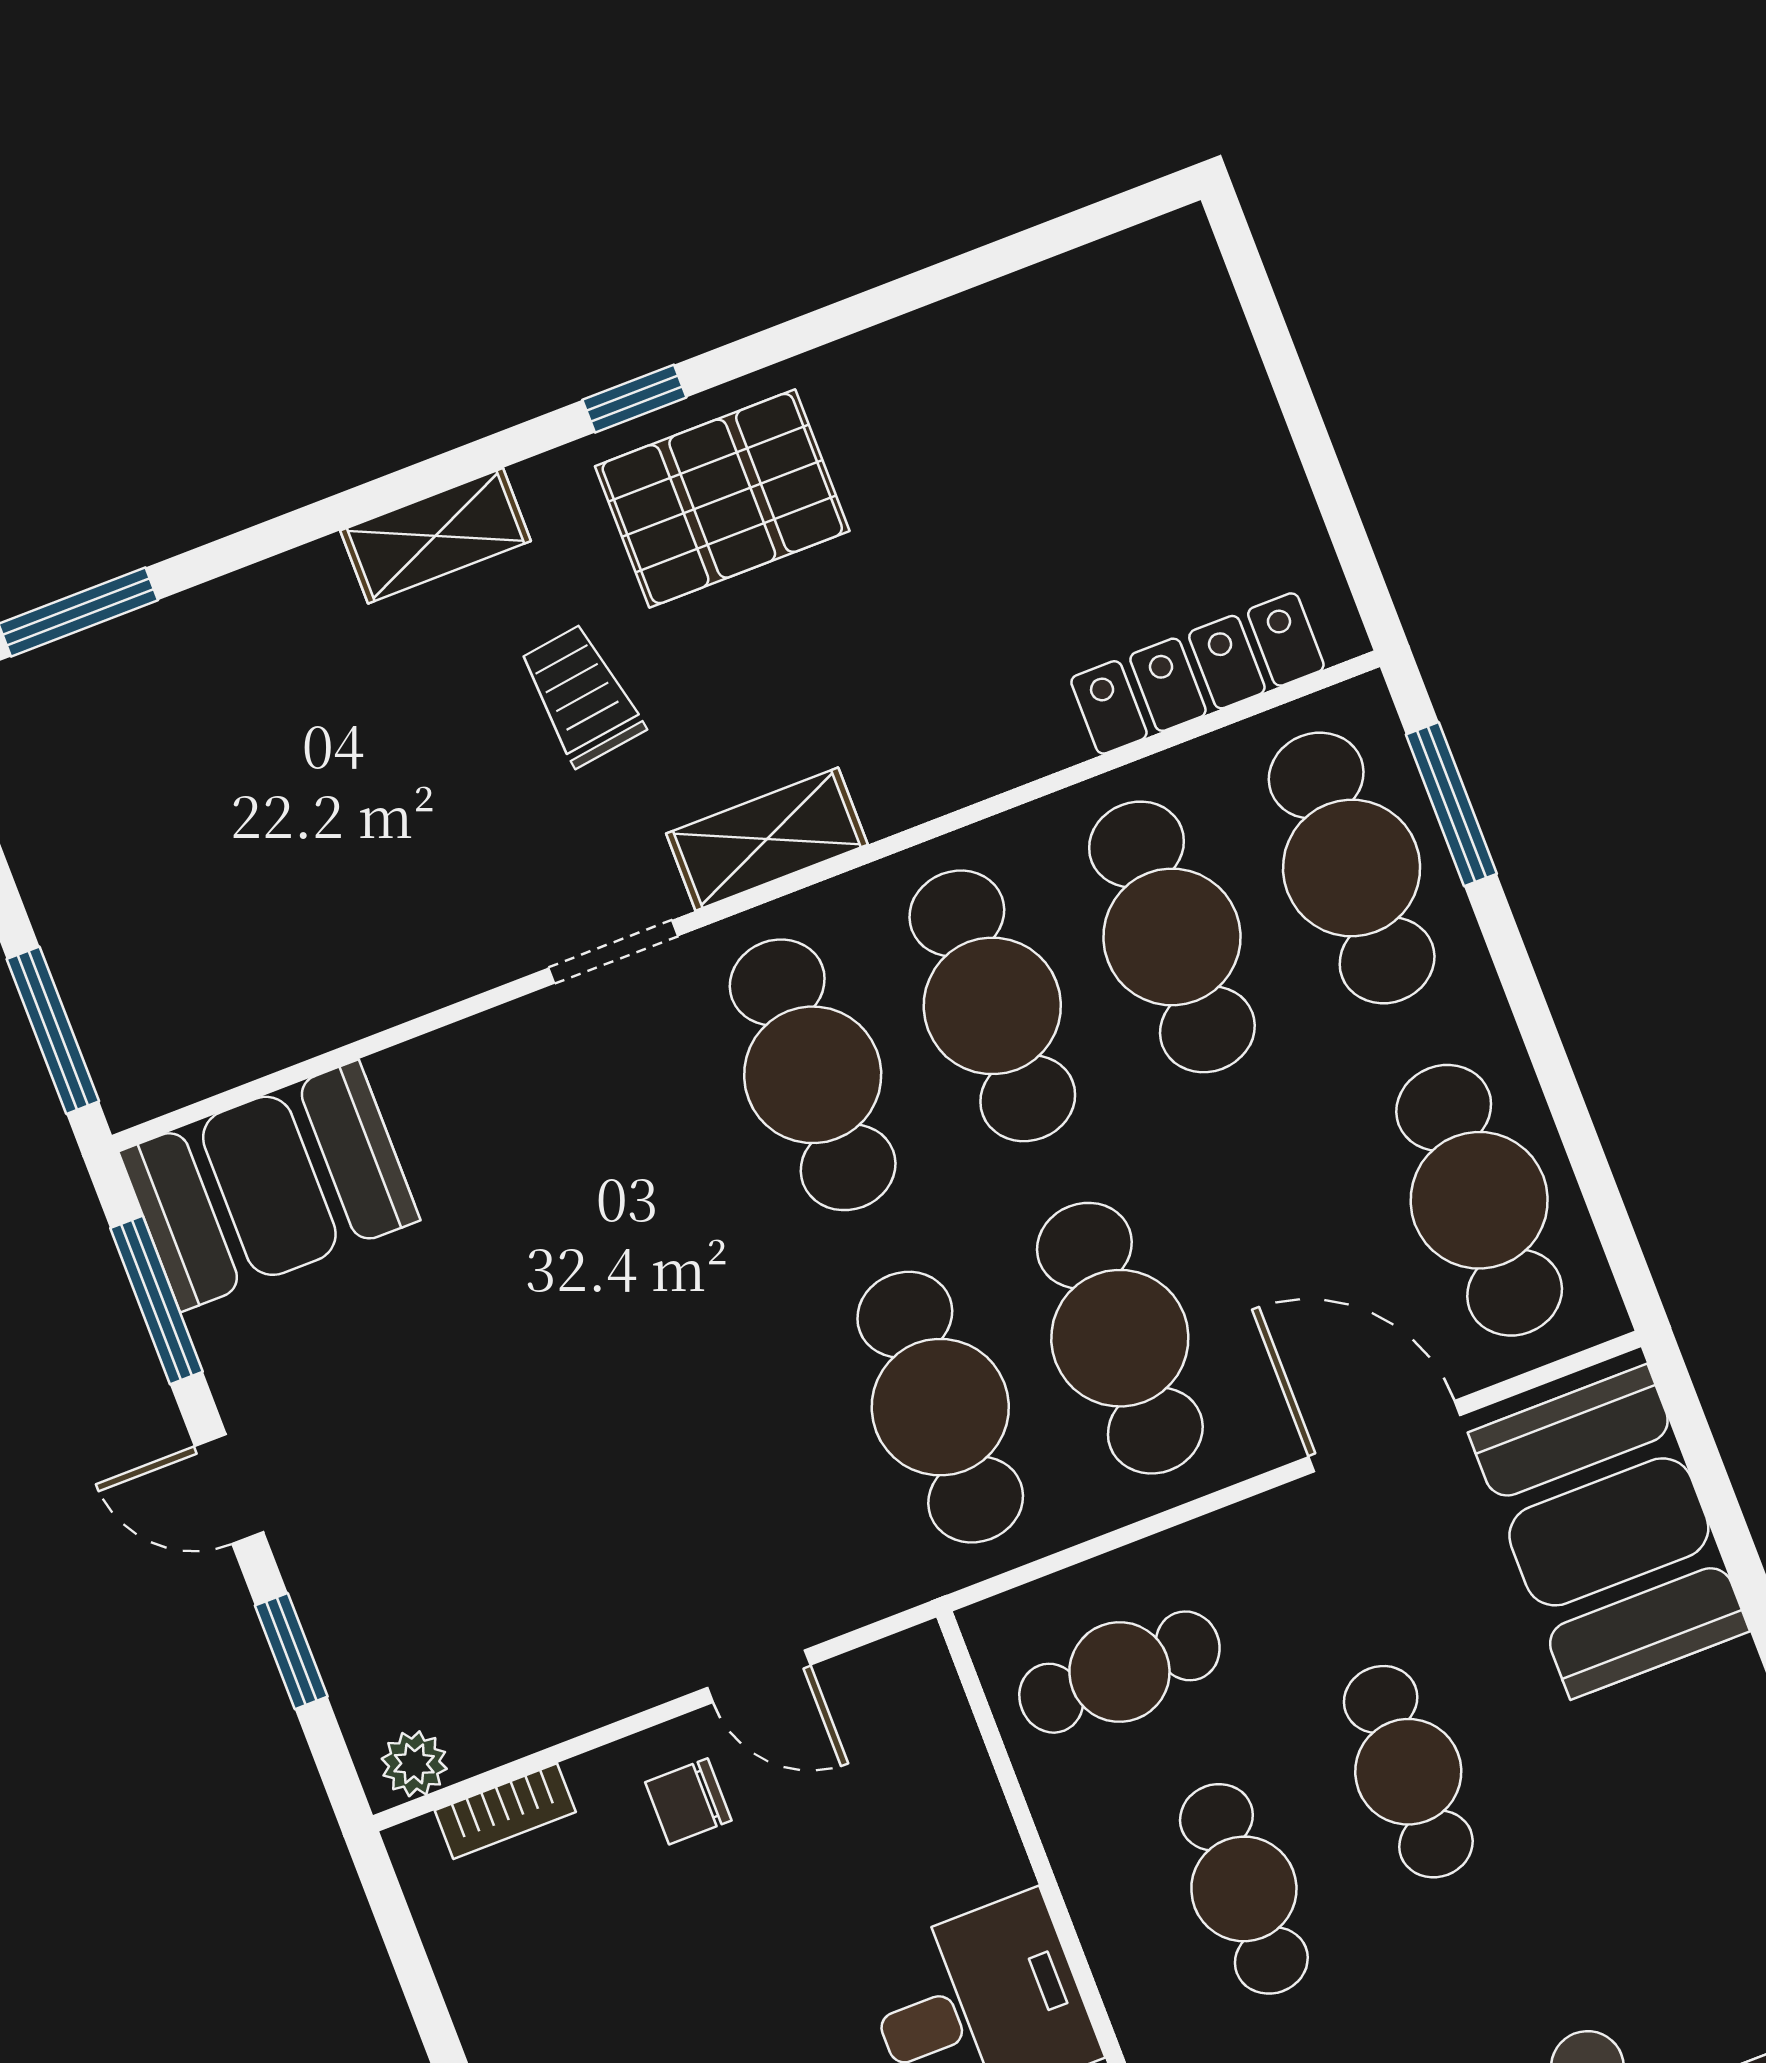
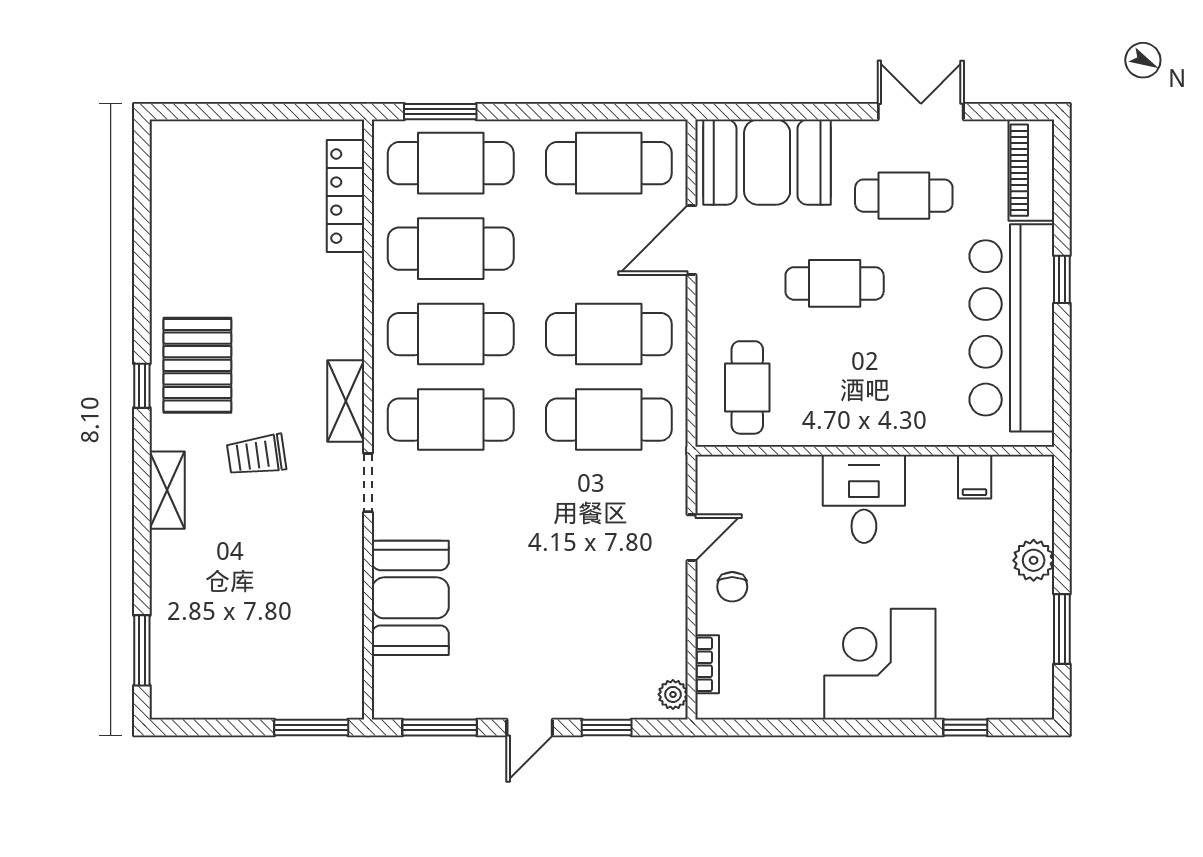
booth: (269, 1186) -> (410, 598), moved
cafe table: (1244, 1889) -> (904, 196), moved

